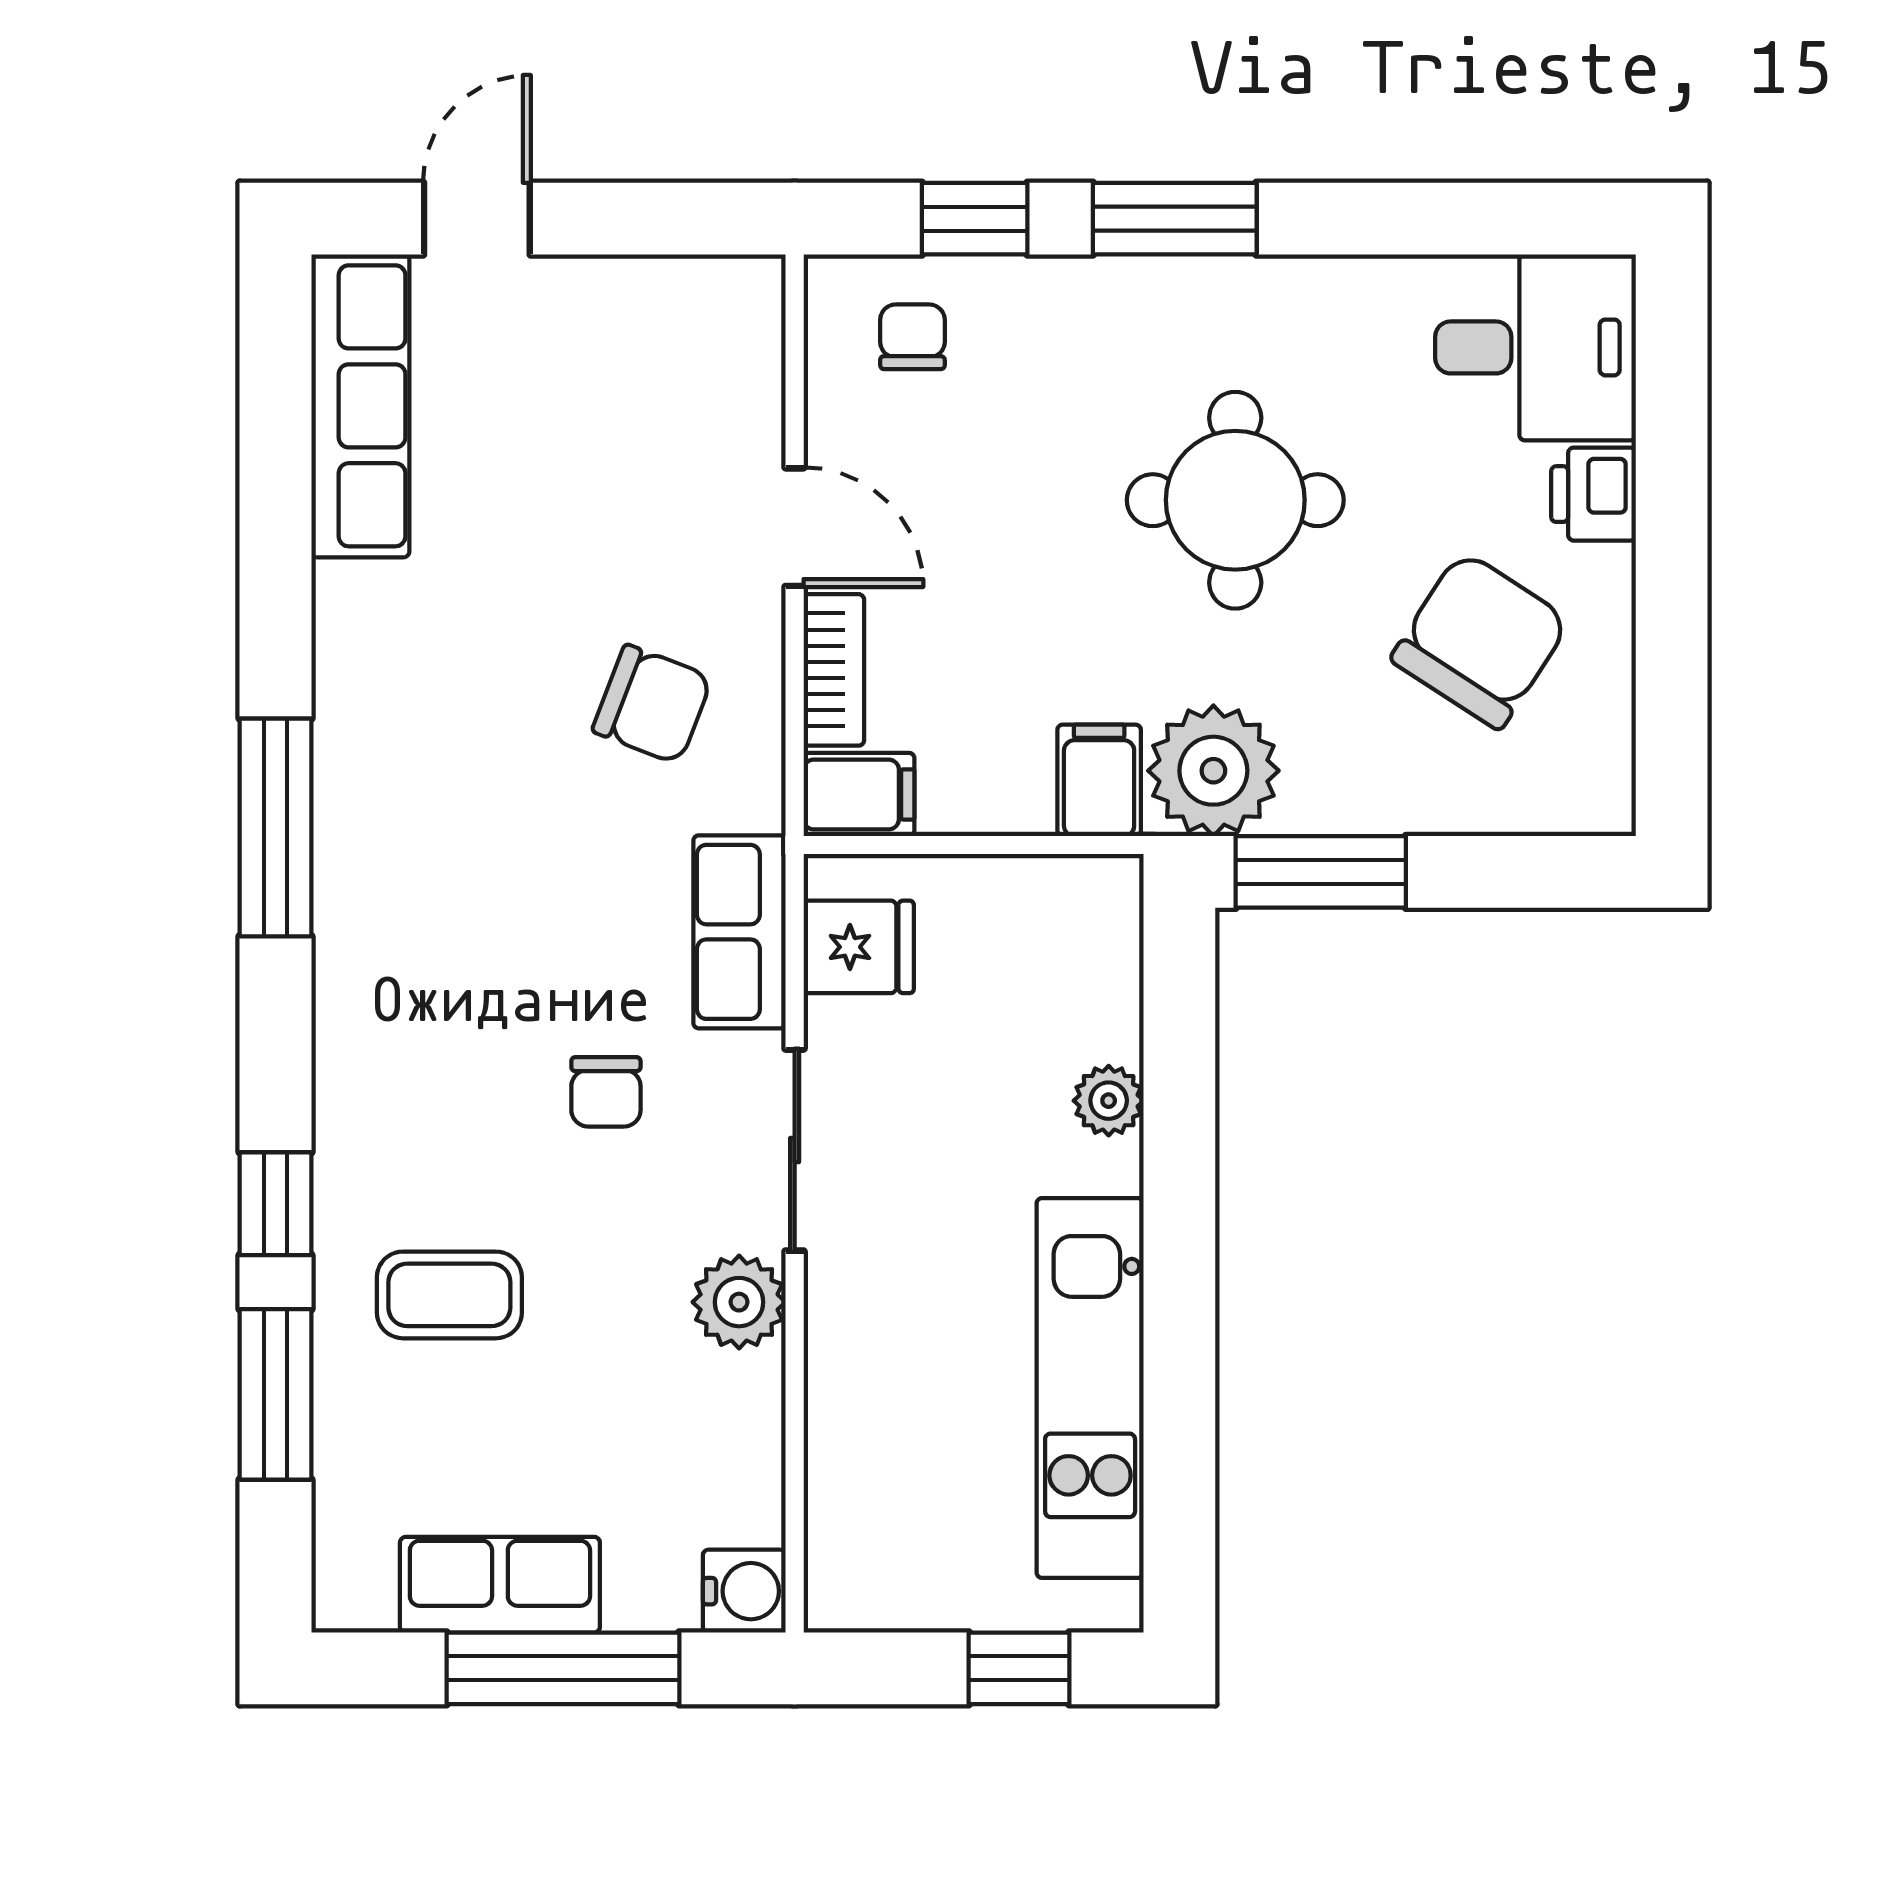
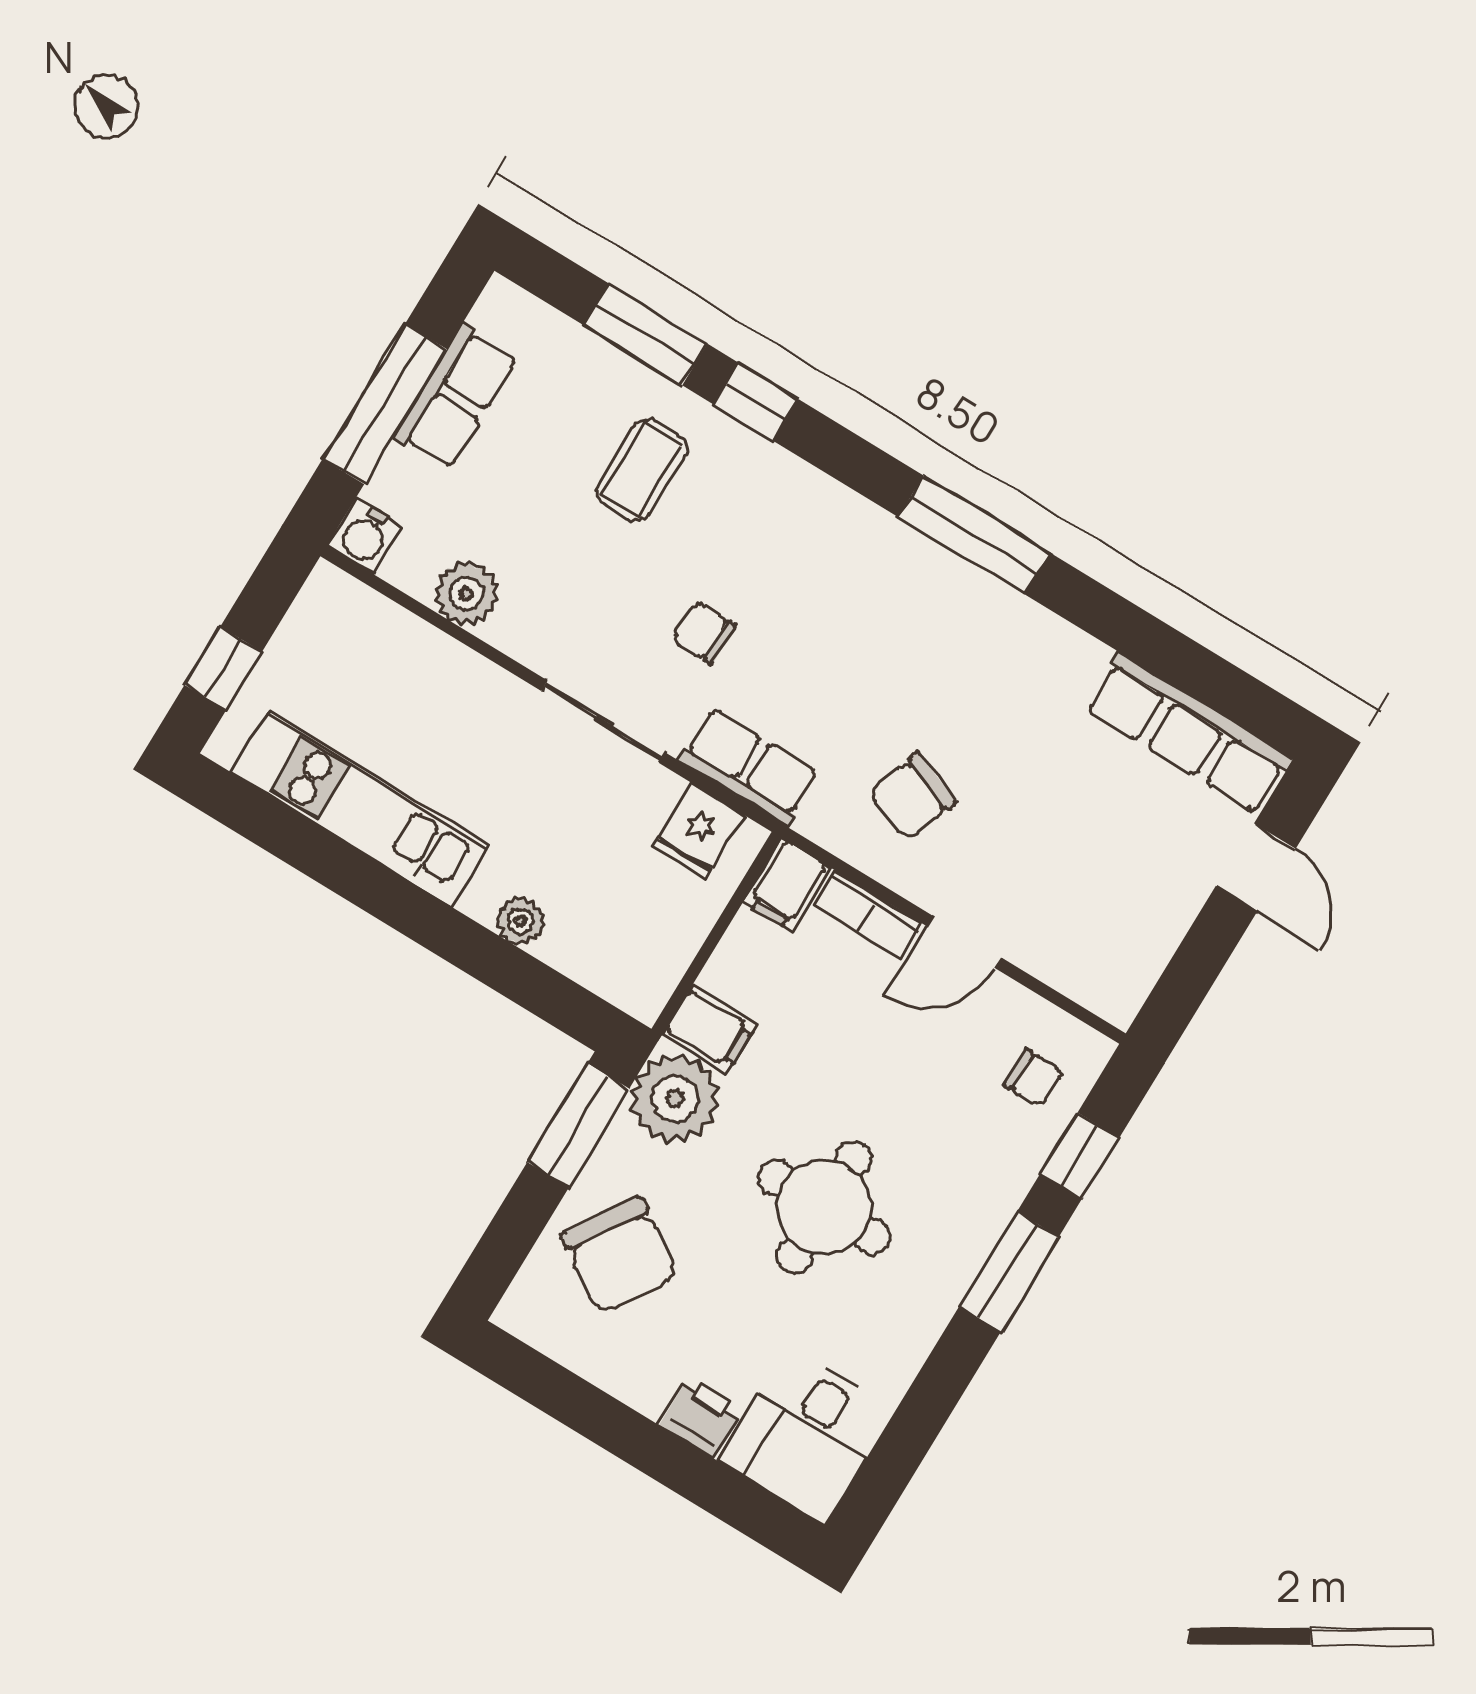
chair: (1480, 640) -> (620, 1256), moved
plant: (739, 1302) -> (466, 594), moved

